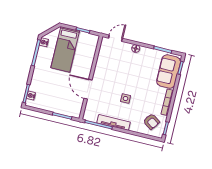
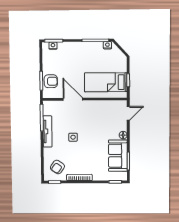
door: (115, 38) -> (128, 113), hinge flipped
bed: (65, 49) -> (106, 82), moved
sofa: (169, 71) -> (118, 156), moved, turned -90
door: (88, 89) -> (73, 99), hinge flipped
armchair: (65, 107) -> (51, 81), added

